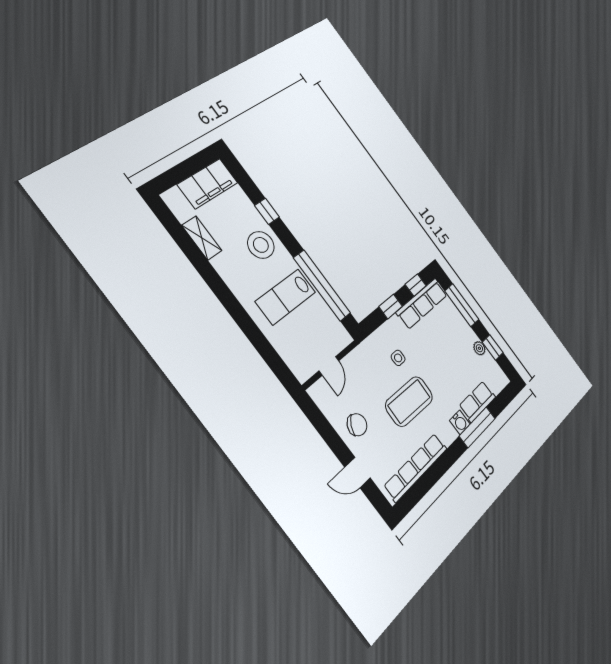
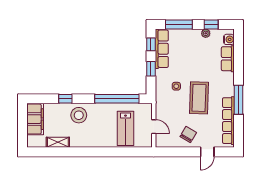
lab bench: (286, 297) -> (126, 128), moved
water cooler: (460, 422) -> (229, 39), moved
window: (477, 427) -> (239, 100), moved

